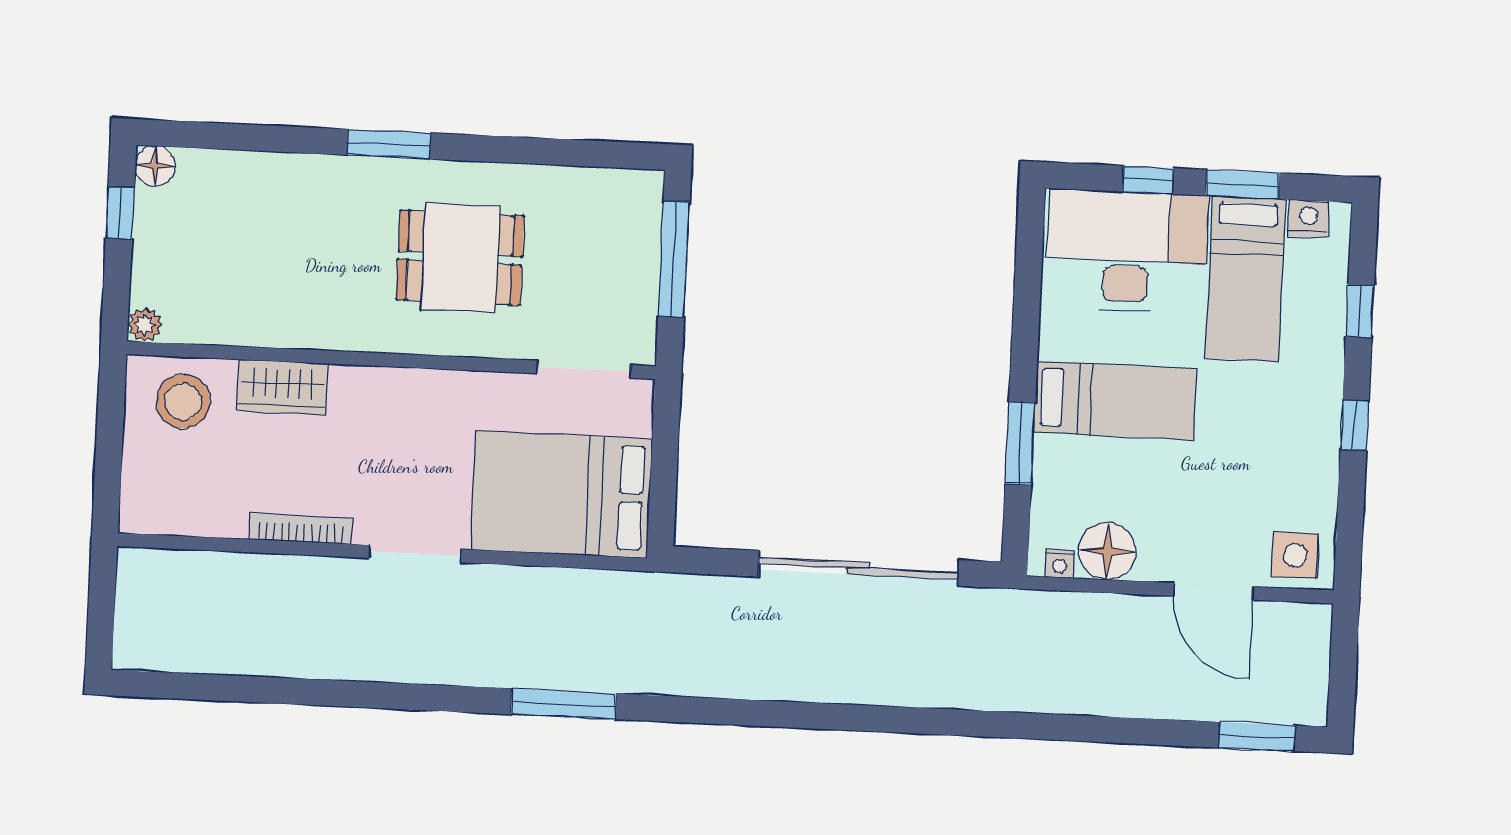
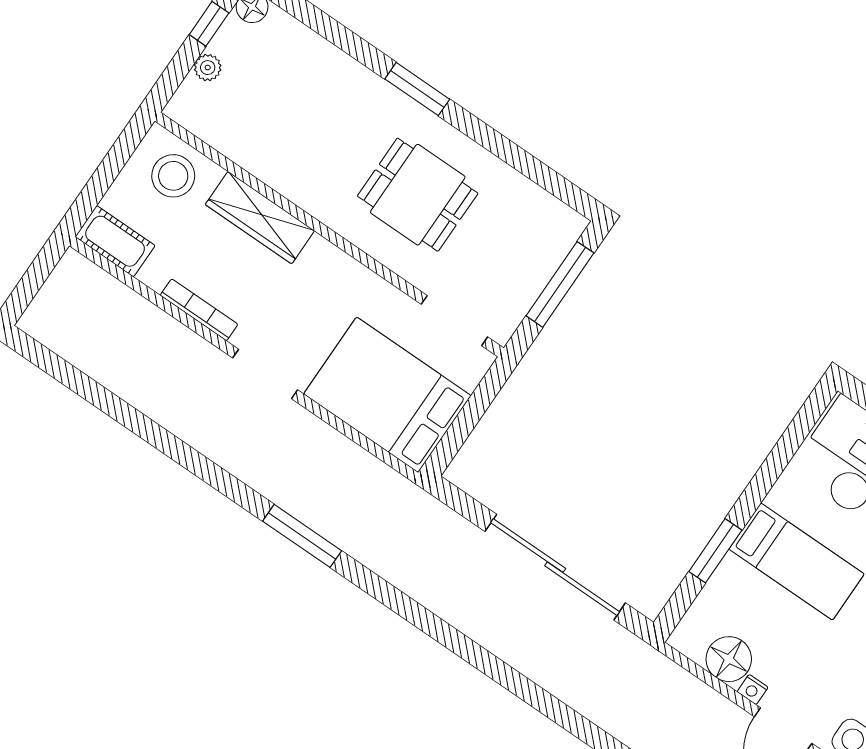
plant: (145, 325) -> (208, 68), moved
wardrobe: (283, 387) -> (260, 218), width x1.50
cot: (164, 511) -> (115, 241), added
nightstand: (1060, 564) -> (753, 690), moved

